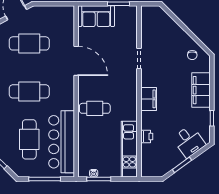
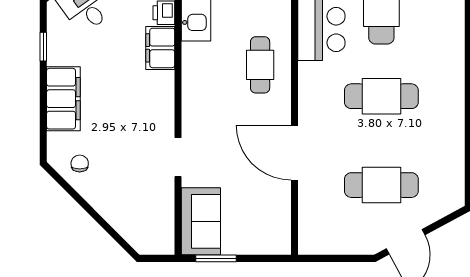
sofa: (96, 16) -> (201, 221), moved, turned 90
filing cabinet: (149, 99) -> (160, 48), moved
cafe table: (95, 108) -> (260, 65), turned 90

